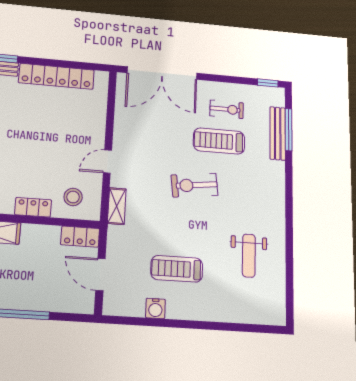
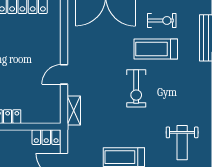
exercise bike: (195, 185) -> (136, 88), turned -83
stool: (73, 197) -> (38, 106), removed

